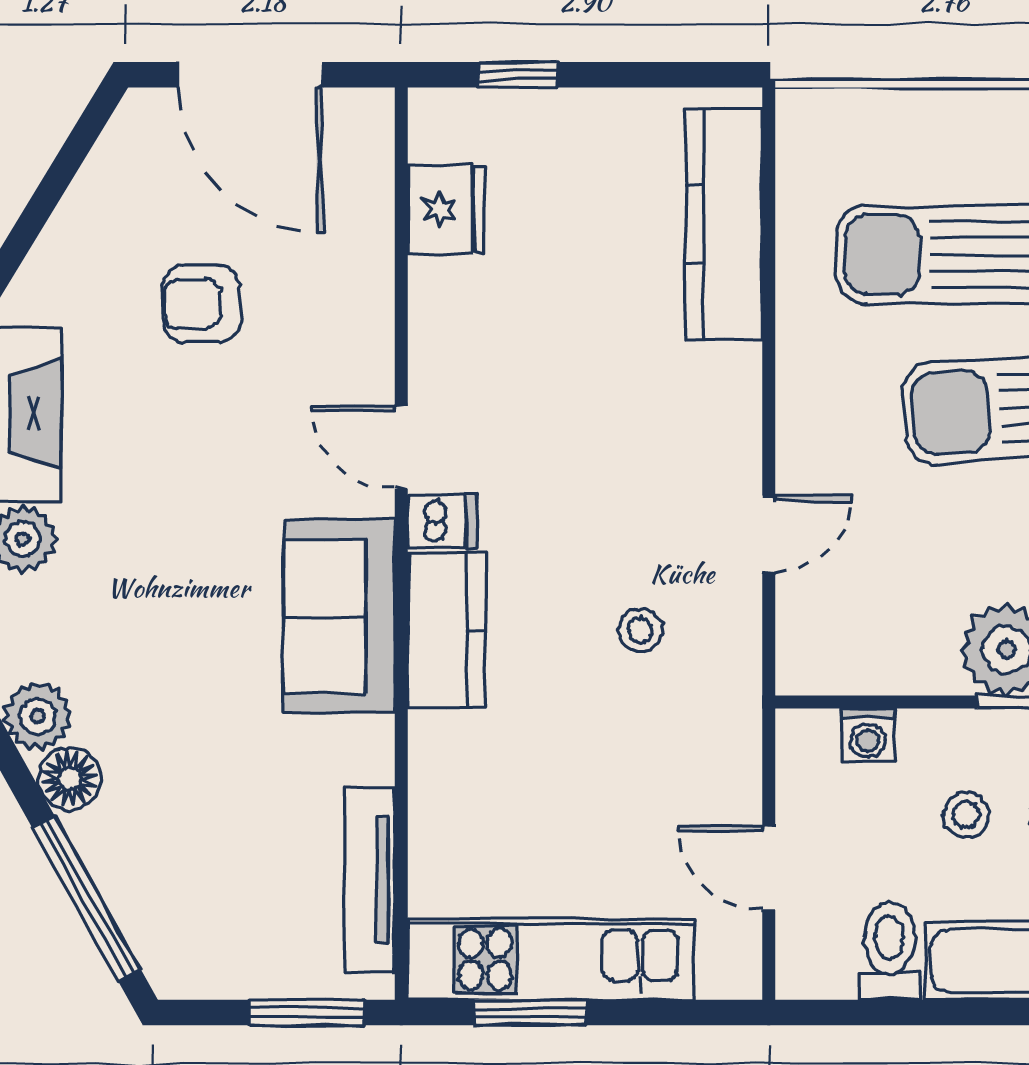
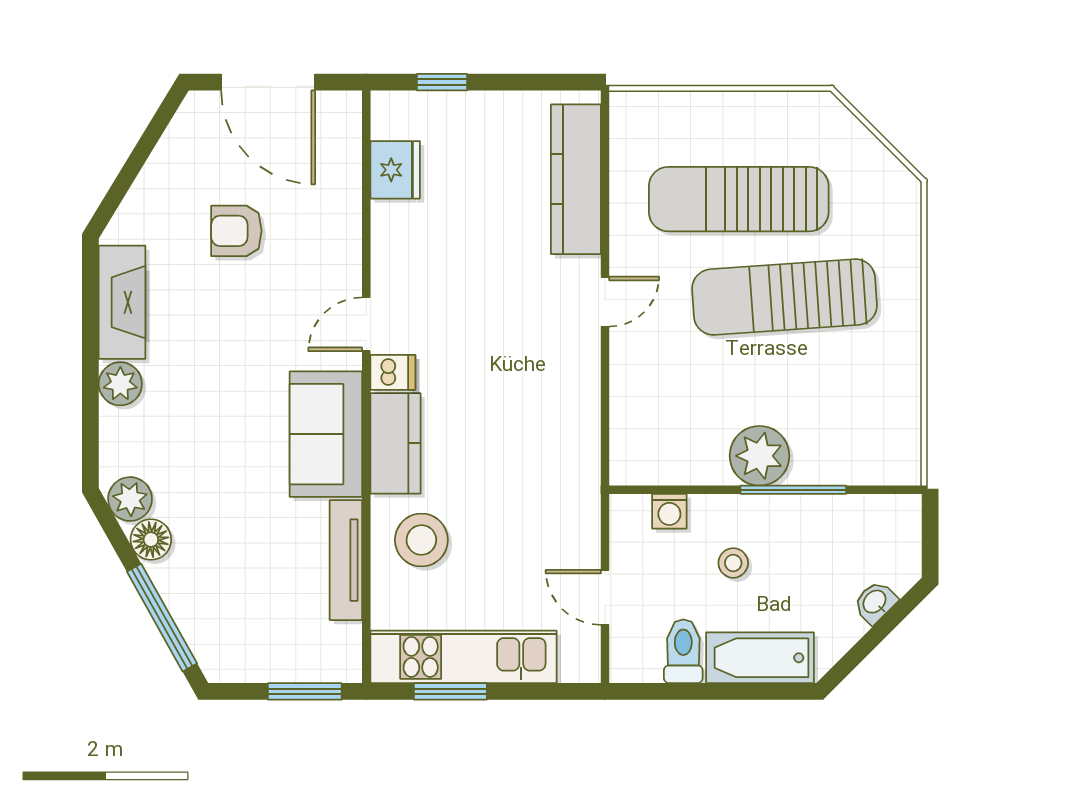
door: (401, 447) -> (366, 324), hinge flipped
door: (769, 534) -> (605, 302), moved
stool: (640, 630) -> (421, 540), moved, width x1.89, depth x1.89
tv unit: (370, 880) -> (346, 560), moved

